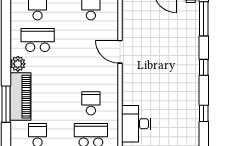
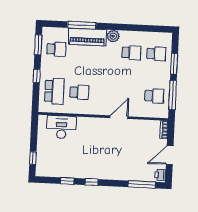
school desk: (38, 40) -> (131, 53), width x0.54
window: (204, 67) -> (91, 182), moved

